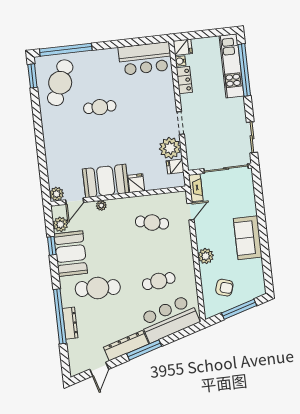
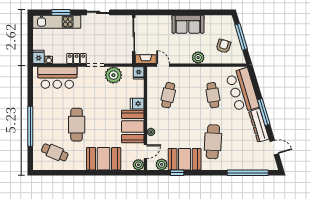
window: (66, 50) -> (30, 126), moved
bar counter: (145, 59) -> (57, 78), moved, turned 90
window: (244, 70) -> (61, 12), width x0.47
window: (32, 76) -> (47, 173), removed
locker: (184, 80) -> (77, 58), moved
cafe table: (60, 83) -> (55, 152), width x0.73, depth x0.74
cafe table: (100, 107) -> (77, 125), width x1.37, depth x1.35
sliding door: (252, 137) -> (98, 12), moved
booth: (59, 147) -> (104, 159), added
fridge: (175, 166) -> (139, 73), moved
door: (75, 201) -> (145, 152), hinge flipped
window: (60, 316) -> (248, 173), moved
dresser: (70, 323) -> (237, 166), removed

